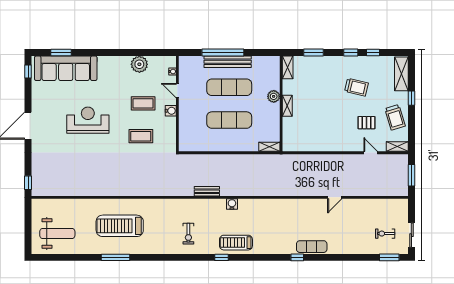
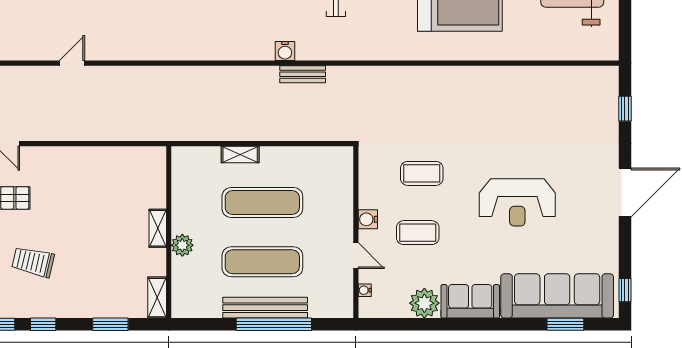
sofa: (114, 65) -> (470, 301), added
shelving: (269, 147) -> (240, 154), moved
window: (28, 183) -> (625, 109), moved
water cooler: (232, 204) -> (285, 51), moved

